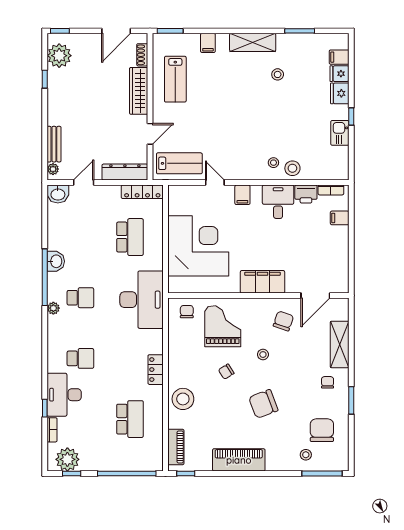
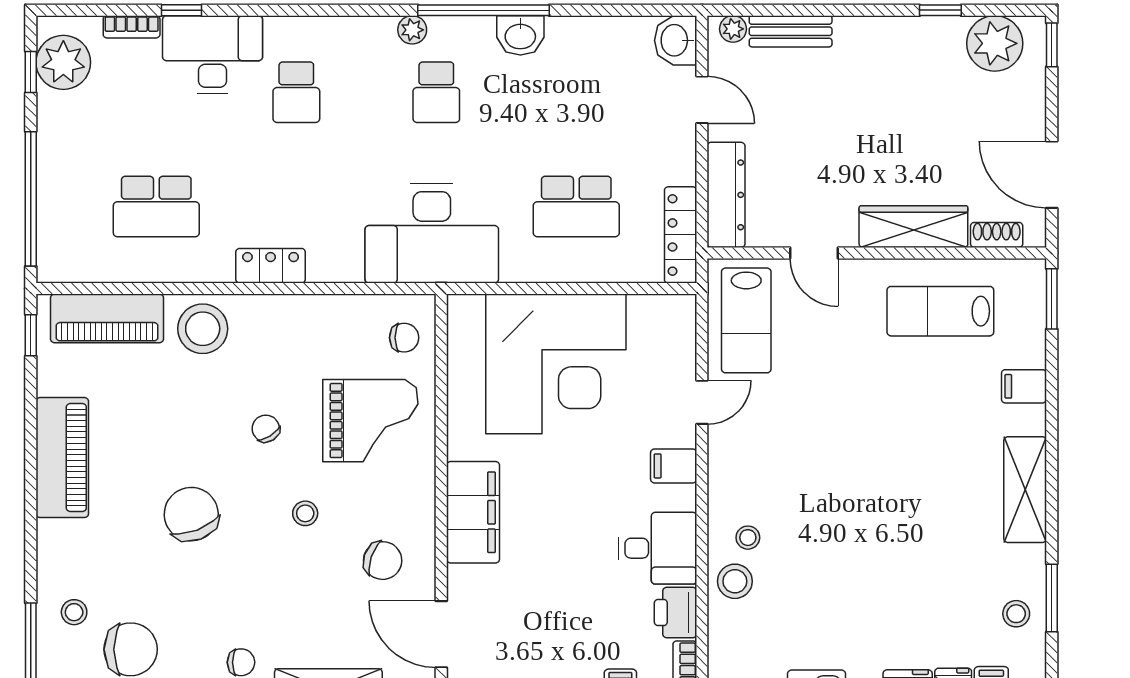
stool: (278, 74) -> (1016, 614), moved
piano: (176, 447) -> (107, 318), width x1.37, depth x1.33

